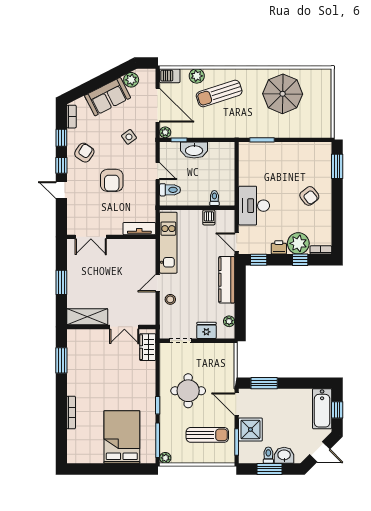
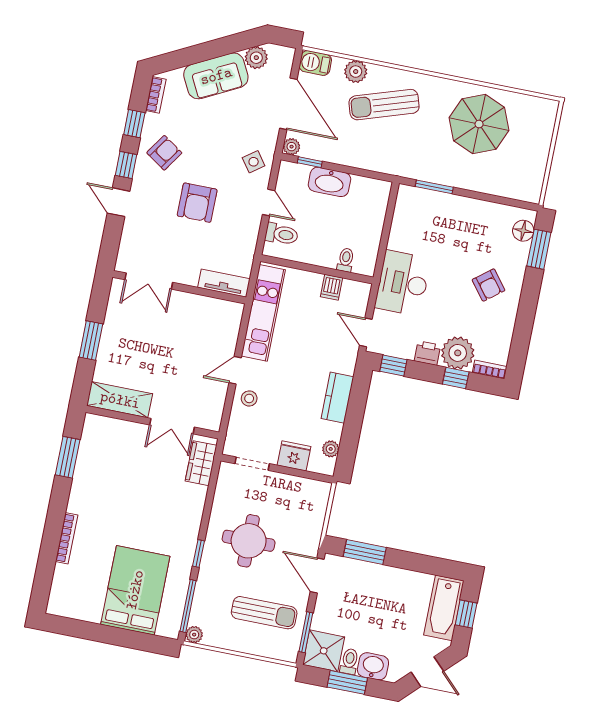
side table: (129, 137) -> (254, 162), moved
floor lamp: (325, 157) -> (523, 231), added
kitchen counter: (227, 280) -> (337, 398), width x0.67
shower: (250, 430) -> (324, 651), moved

